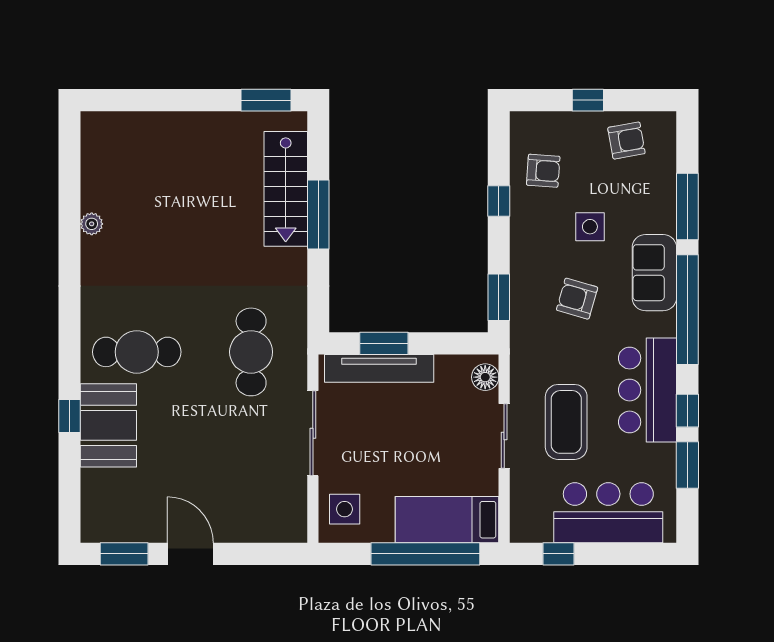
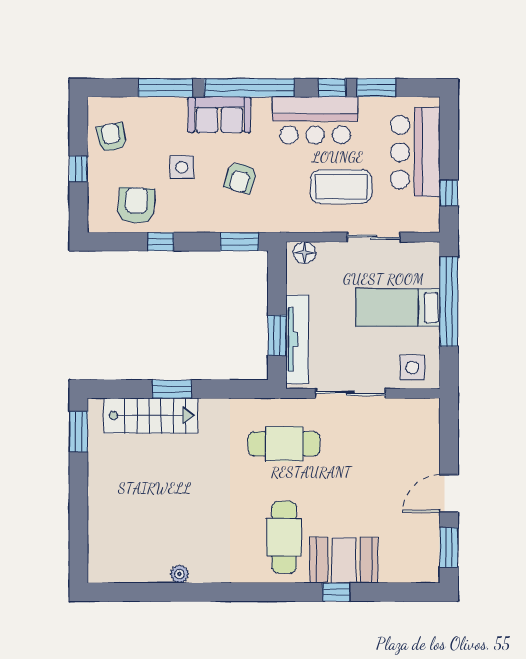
armchair: (543, 171) -> (136, 205), width x1.38, depth x1.38
window: (318, 214) -> (172, 389), width x0.69
sliding door: (504, 436) -> (374, 237), moved
bed: (447, 520) -> (398, 308), moved, turned 90

